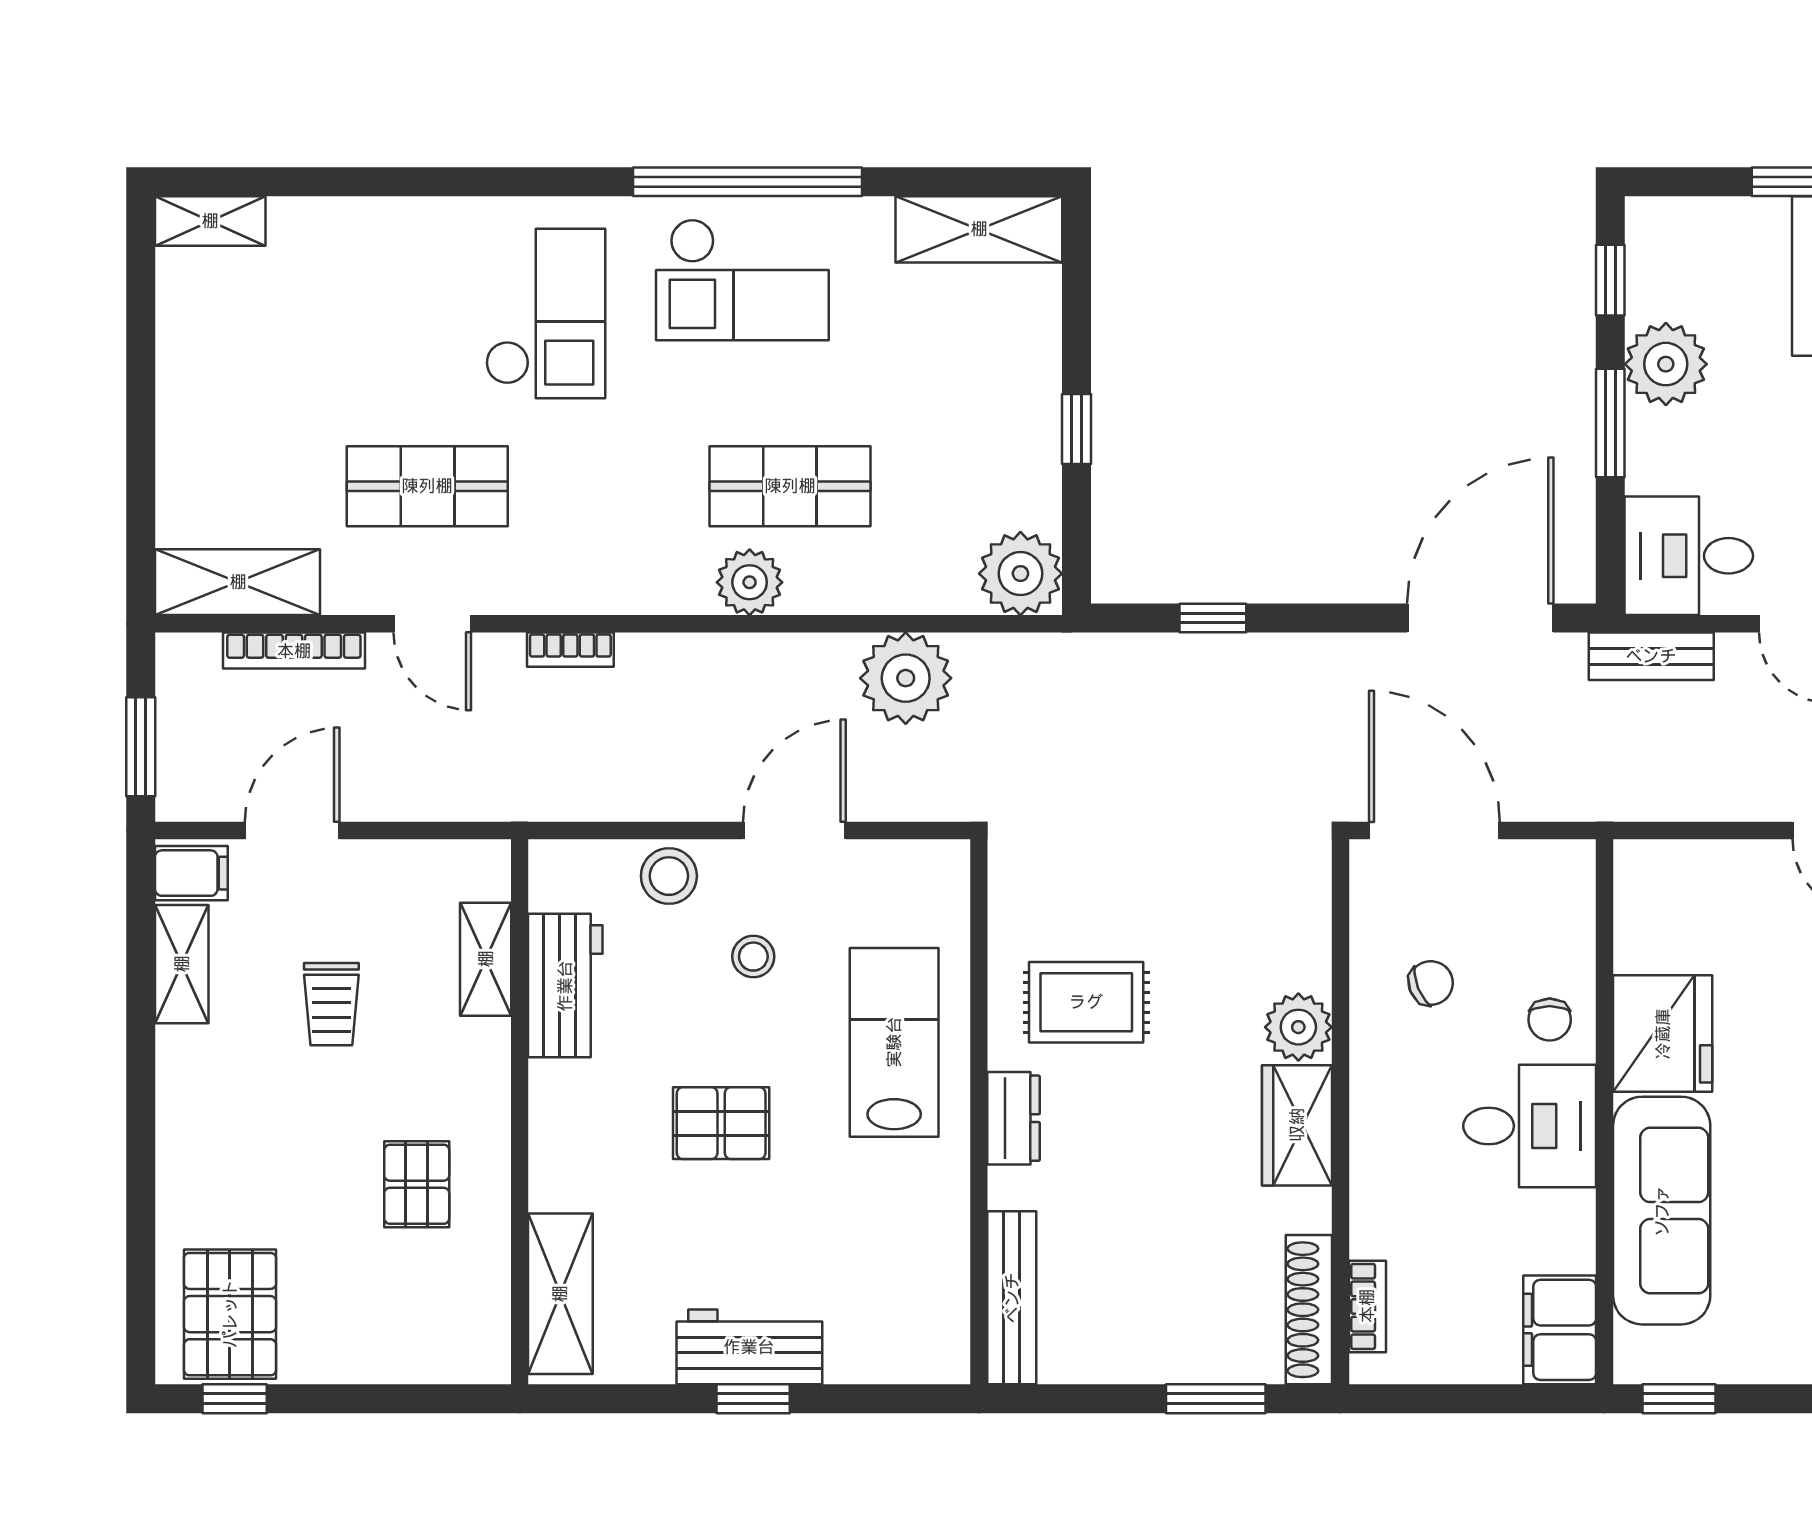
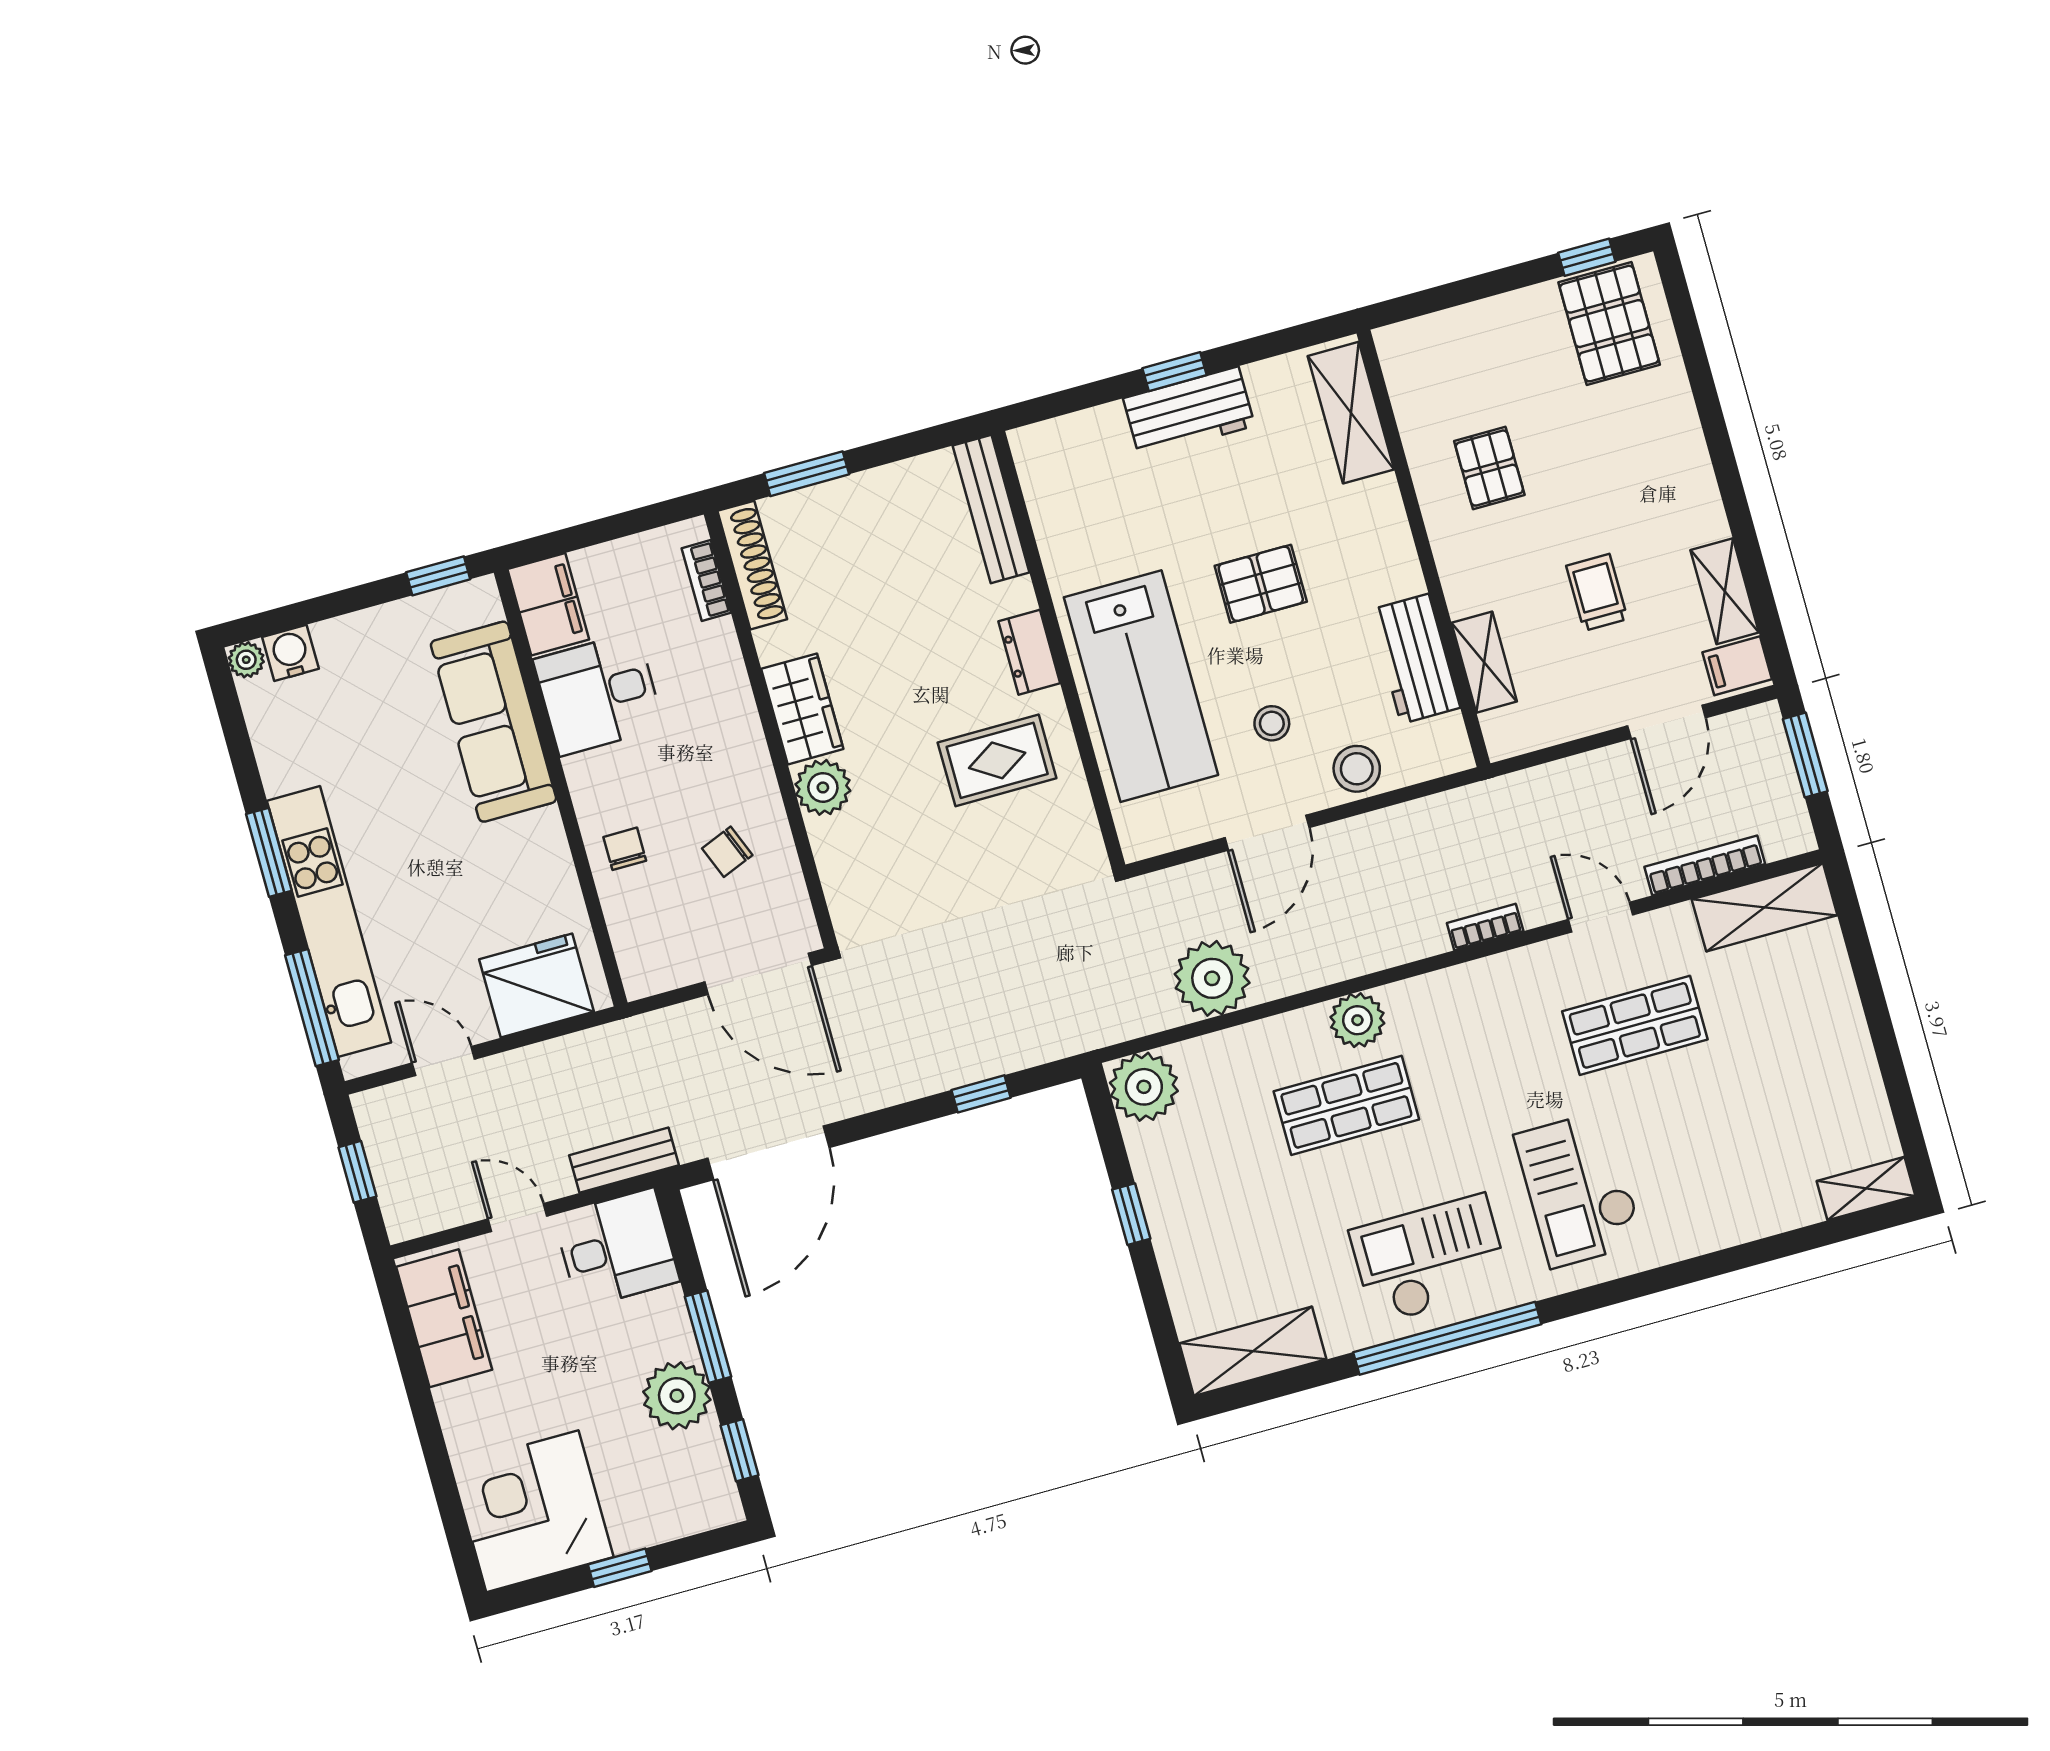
fridge: (1663, 1034) -> (537, 986), moved, turned 90
lab bench: (894, 1042) -> (1141, 686), width x1.36, depth x1.39
desk: (1530, 1126) -> (599, 694), moved

